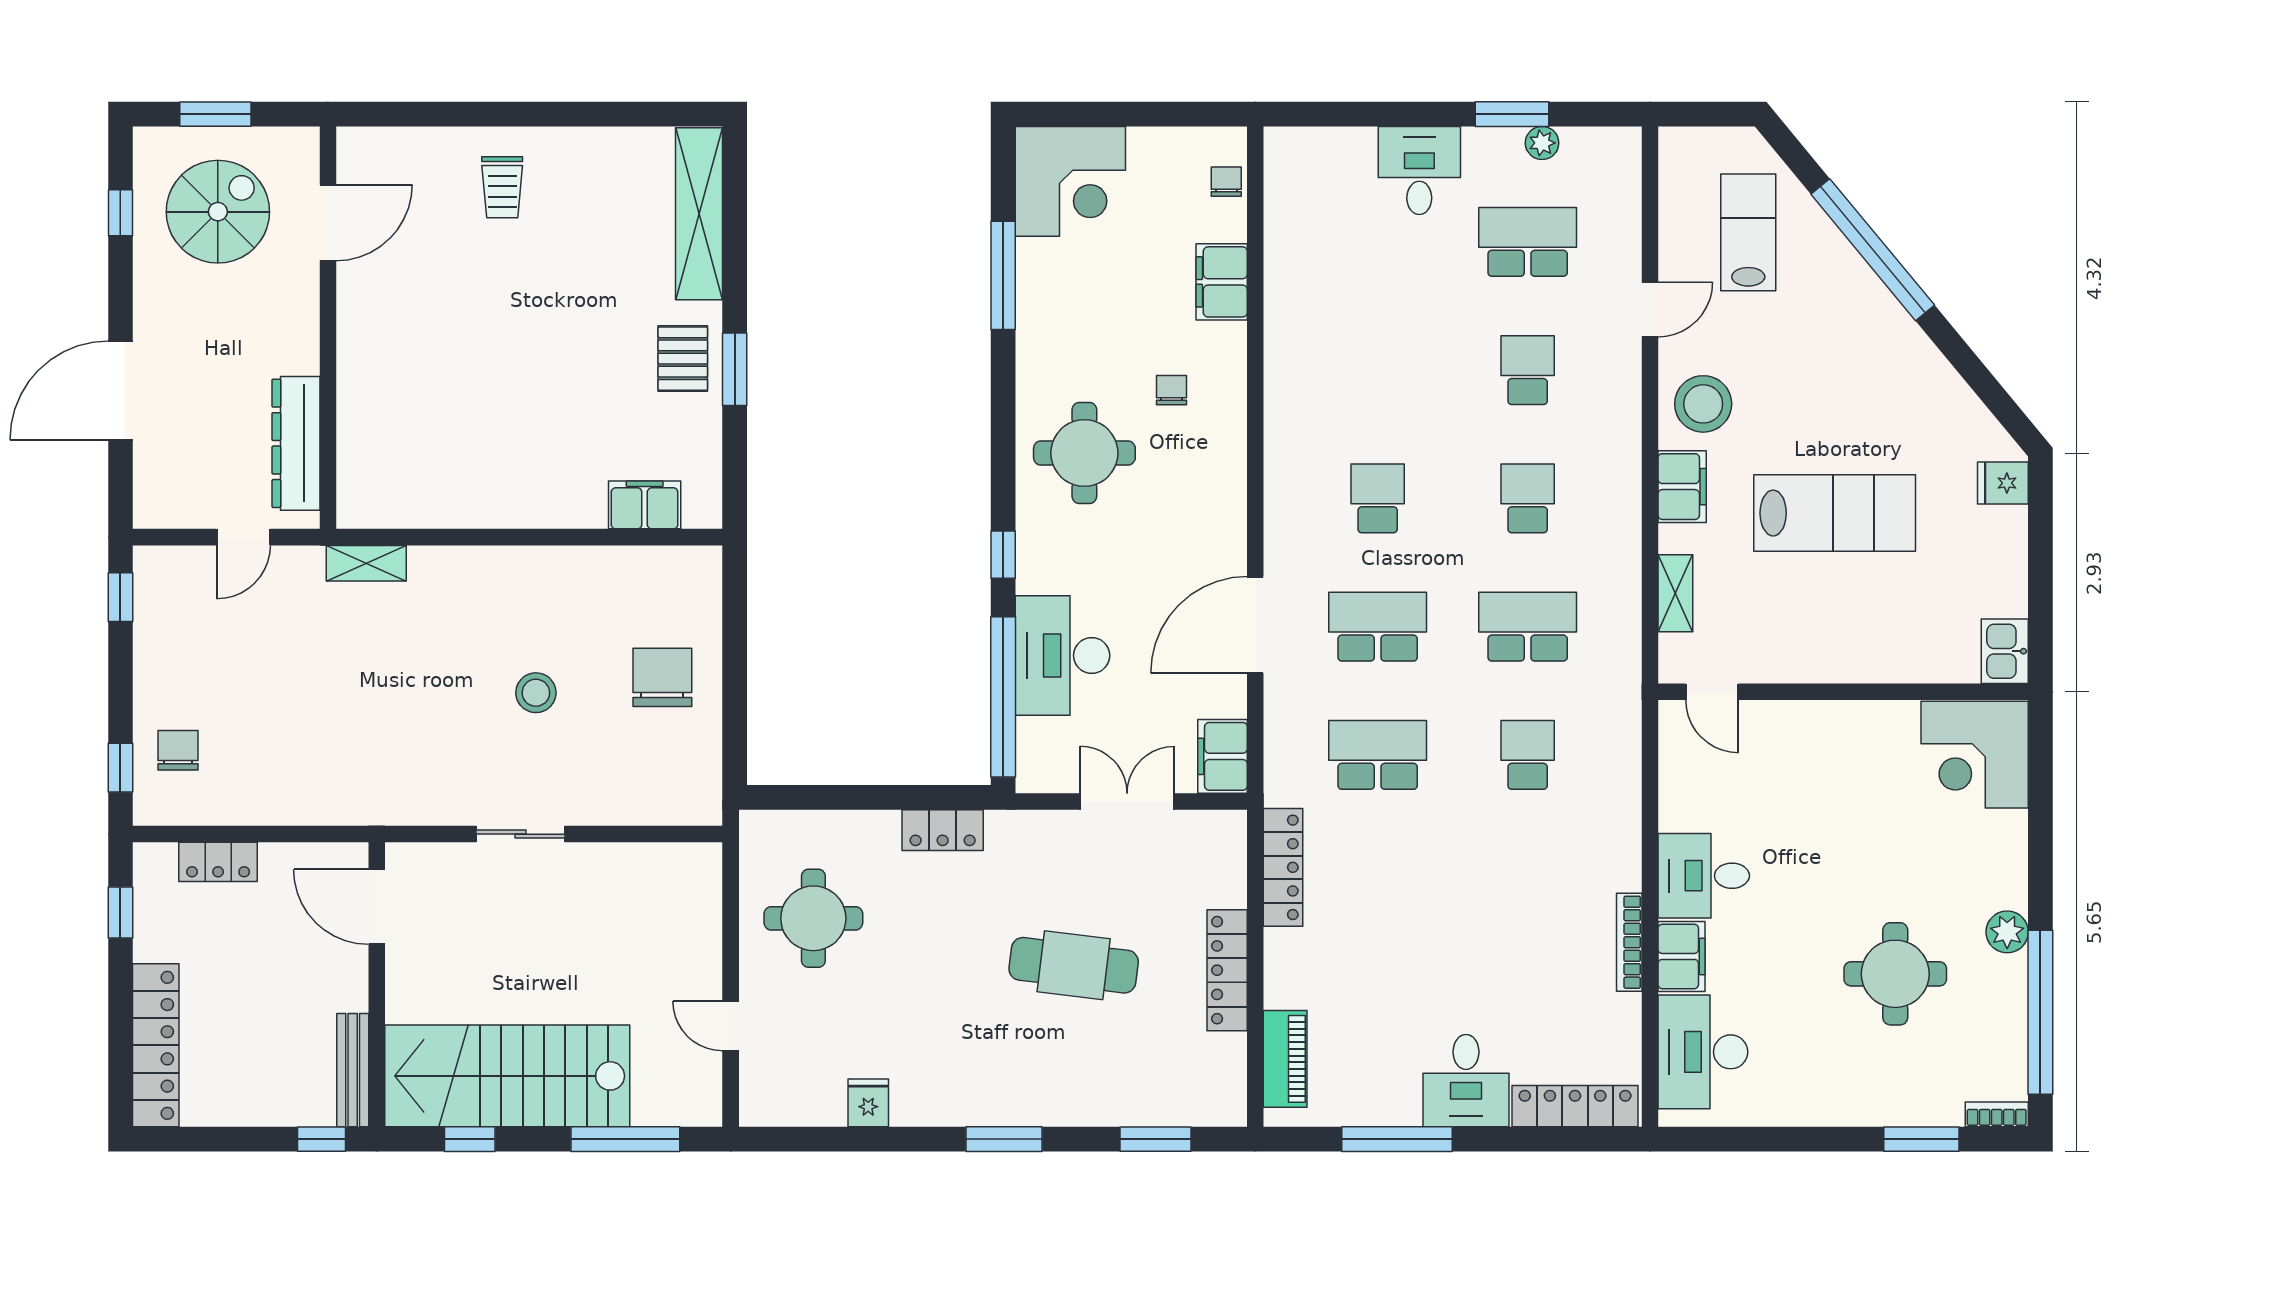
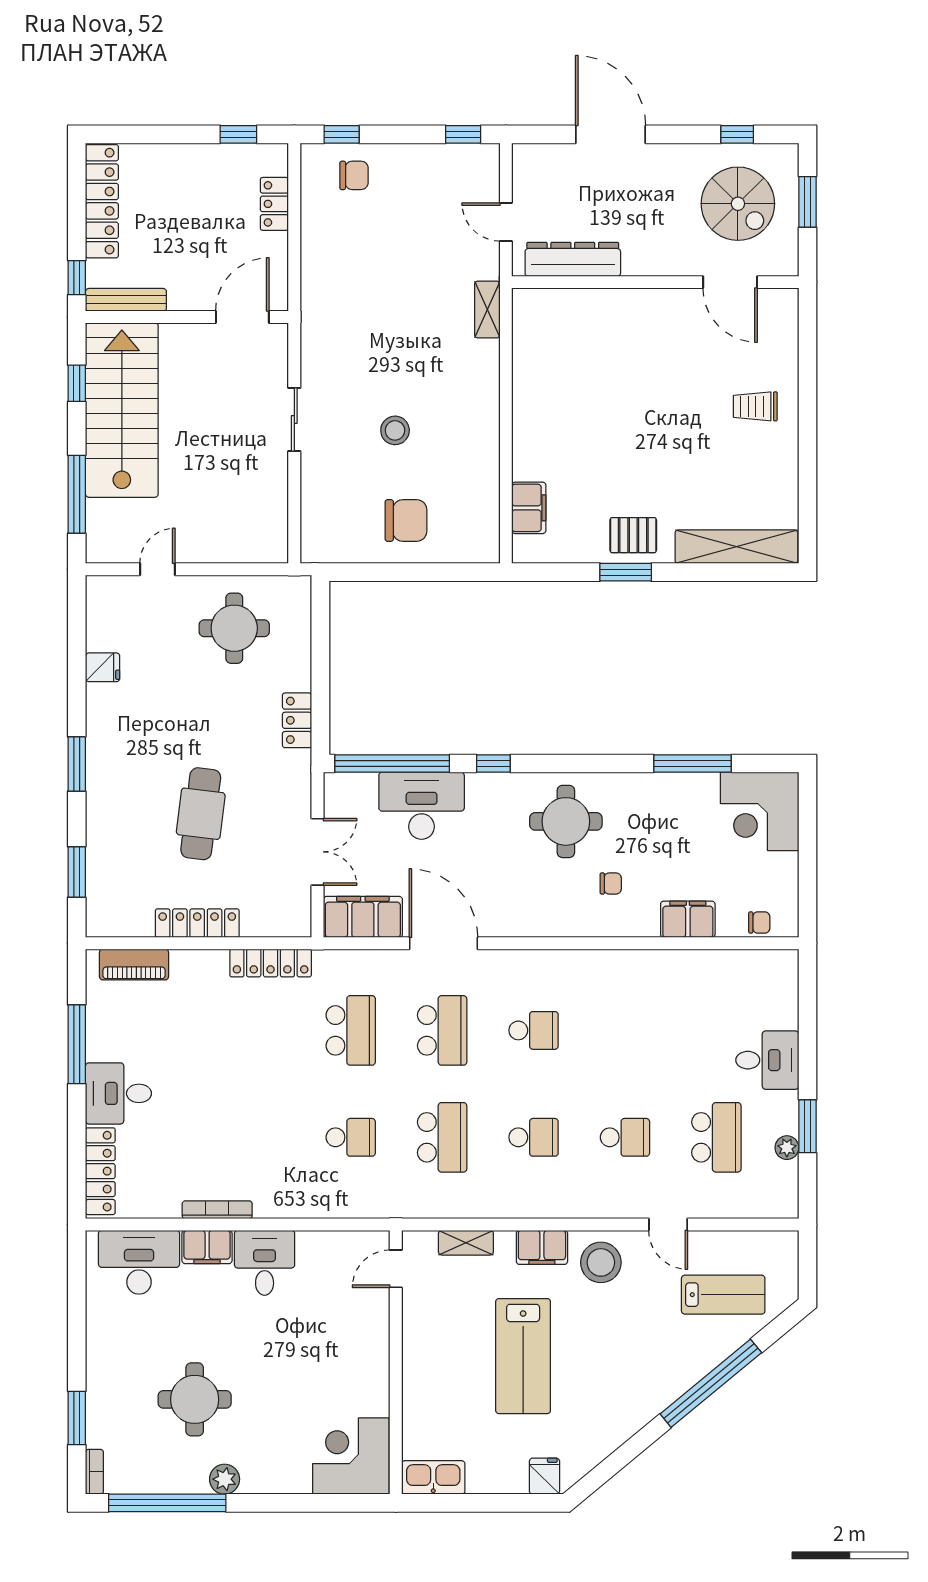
kitchen sink: (2005, 651) -> (433, 1477), width x1.38
filing cabinet: (1223, 756) -> (363, 917), width x1.50, depth x1.17
locker: (156, 1045) -> (102, 201), moved, turned -90

